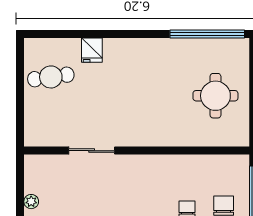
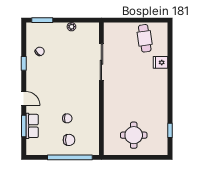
window: (207, 34) -> (170, 130), width x0.32
sliding door: (92, 151) -> (101, 62), width x1.37

